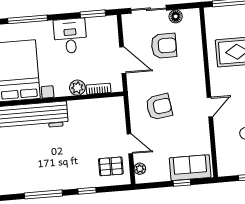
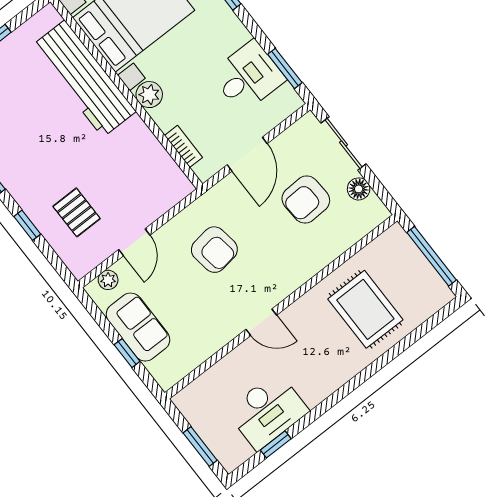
desk: (70, 36) -> (248, 77), moved
armchair: (164, 46) -> (306, 200), turned 87
plant: (77, 88) -> (149, 95), moved
pallet: (111, 166) -> (77, 212), moved
sofa: (190, 168) -> (138, 327), moved

